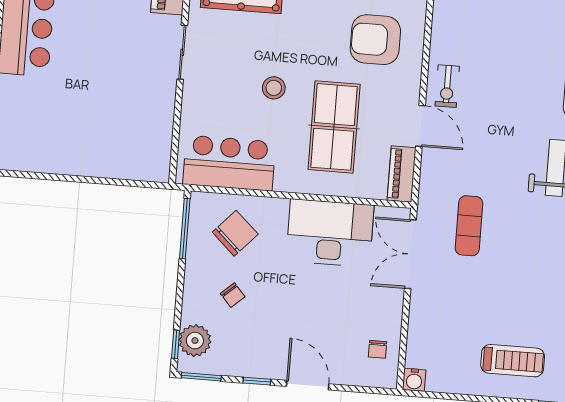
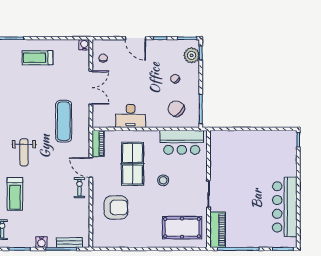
exercise mat: (469, 226) -> (64, 121), width x1.36, depth x1.45
chair: (235, 233) -> (176, 109), turned 88
desk: (330, 233) -> (130, 116), width x0.73, depth x0.77
double door: (410, 254) -> (91, 88), moved

